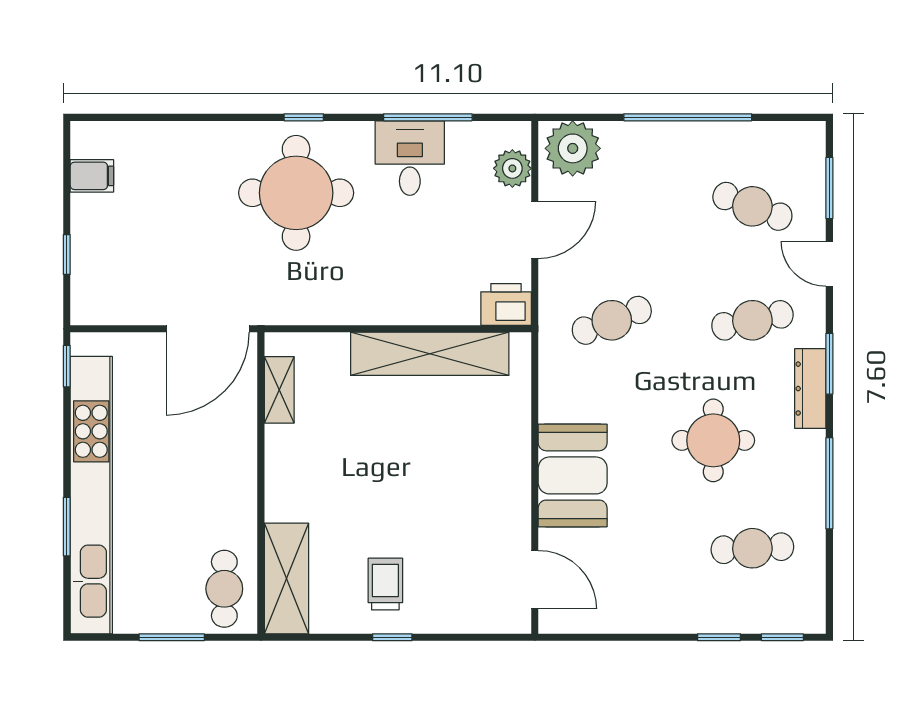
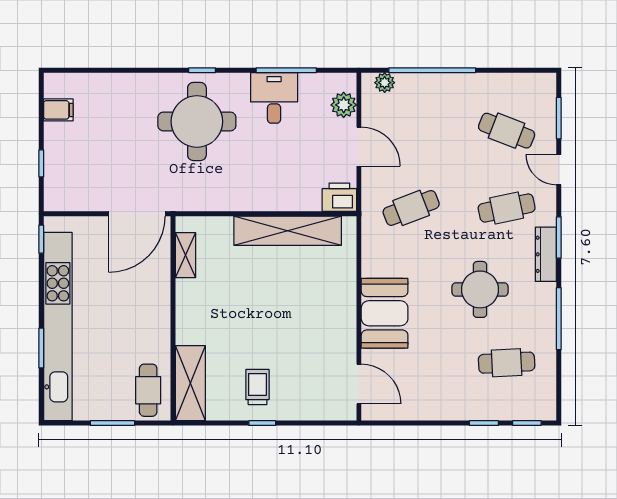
window: (688, 117) -> (432, 70), moved
plant: (573, 148) -> (385, 83), width x0.53, depth x0.53
door: (535, 230) -> (359, 147), hinge flipped

